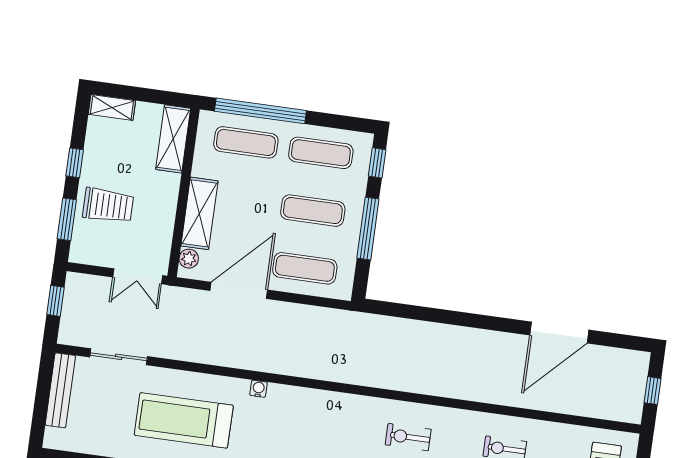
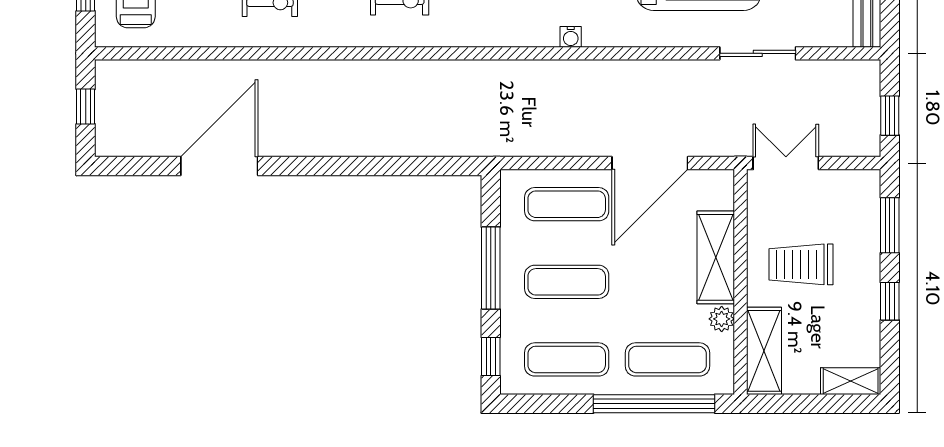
trolley: (108, 205) -> (801, 264), moved
plant: (189, 259) -> (722, 319), moved
sliding door: (119, 357) -> (758, 53), moved
water cooler: (259, 389) -> (571, 37), moved

